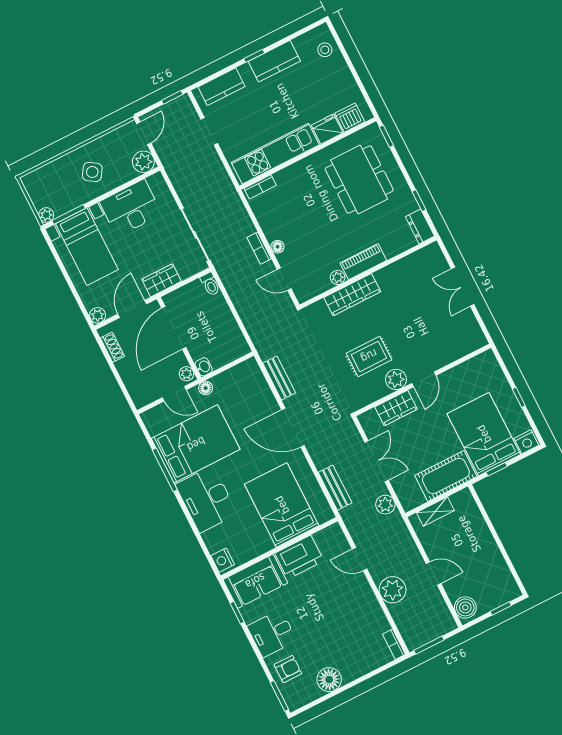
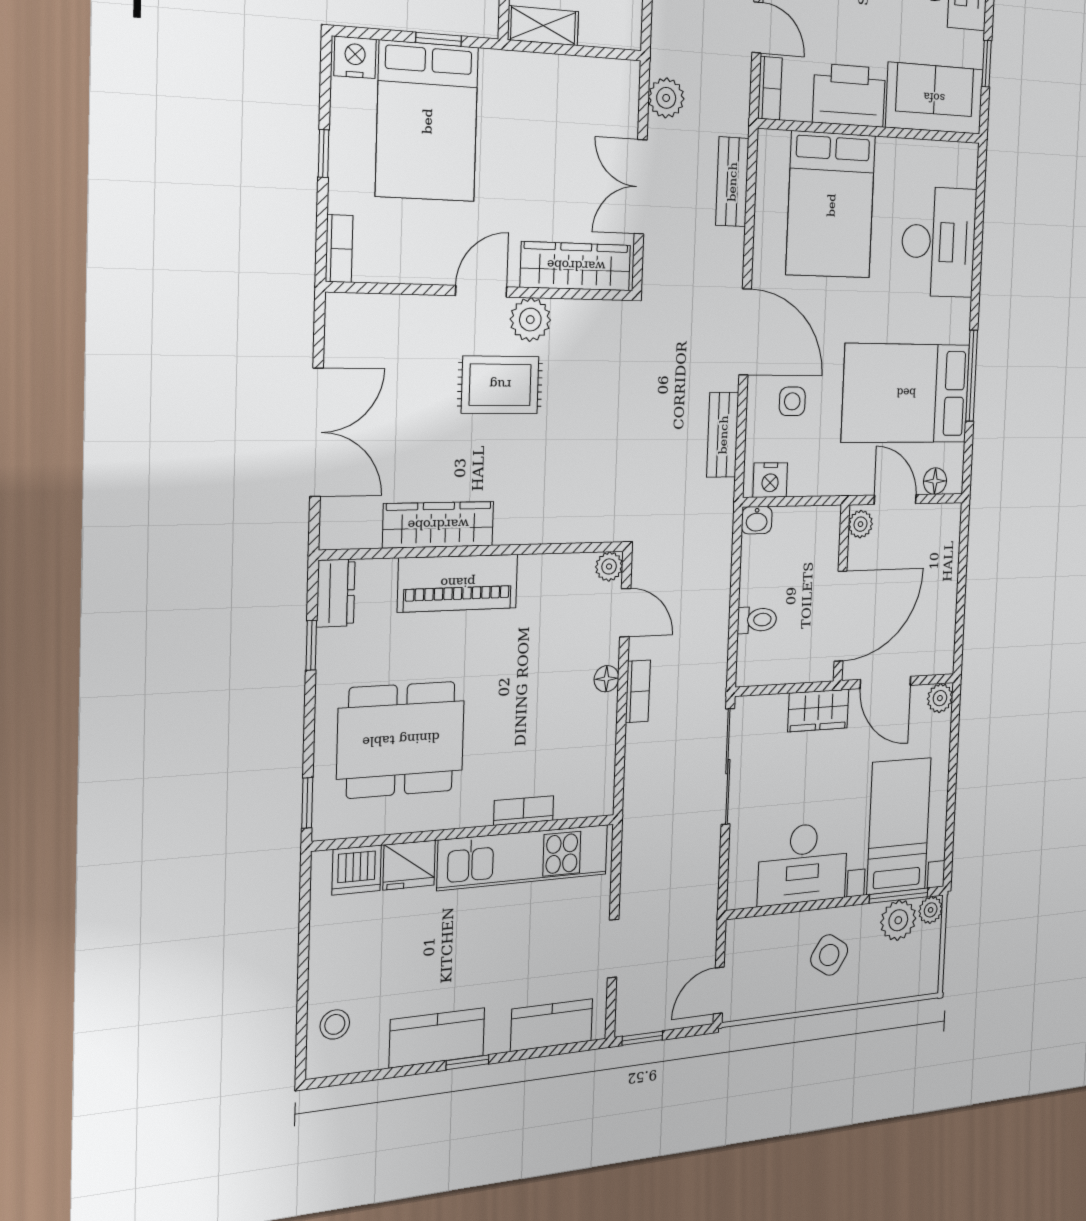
plant: (143, 162) -> (898, 920), moved
dining table: (359, 179) -> (401, 740), turned 90
bookcase: (260, 187) -> (524, 811), moved
piano: (363, 262) -> (458, 583), width x1.37, depth x1.33
plant: (338, 277) -> (609, 566), moved
toilet: (210, 284) -> (757, 620), moved, turned 90
double door: (463, 287) -> (317, 432), width x1.37
wardrobe: (352, 295) -> (438, 525), moved
door: (132, 309) -> (885, 682), hinge flipped
shoe rack: (112, 347) -> (945, 631), removed
rug: (369, 356) -> (500, 385), moved
bookcase: (493, 364) -> (339, 249), added
washbasin: (204, 367) -> (757, 520), moved, turned -90
floor lamp: (206, 388) -> (935, 481), moved
wardrobe: (396, 408) -> (576, 266), width x1.50
side table: (253, 410) -> (792, 401), added
cot: (446, 476) -> (536, 84), removed
desk: (206, 499) -> (939, 242), moved
shelving: (435, 512) -> (543, 26), moved
bookcase: (339, 537) -> (770, 88), added
nightstand: (223, 560) -> (770, 480), moved, turned 90

